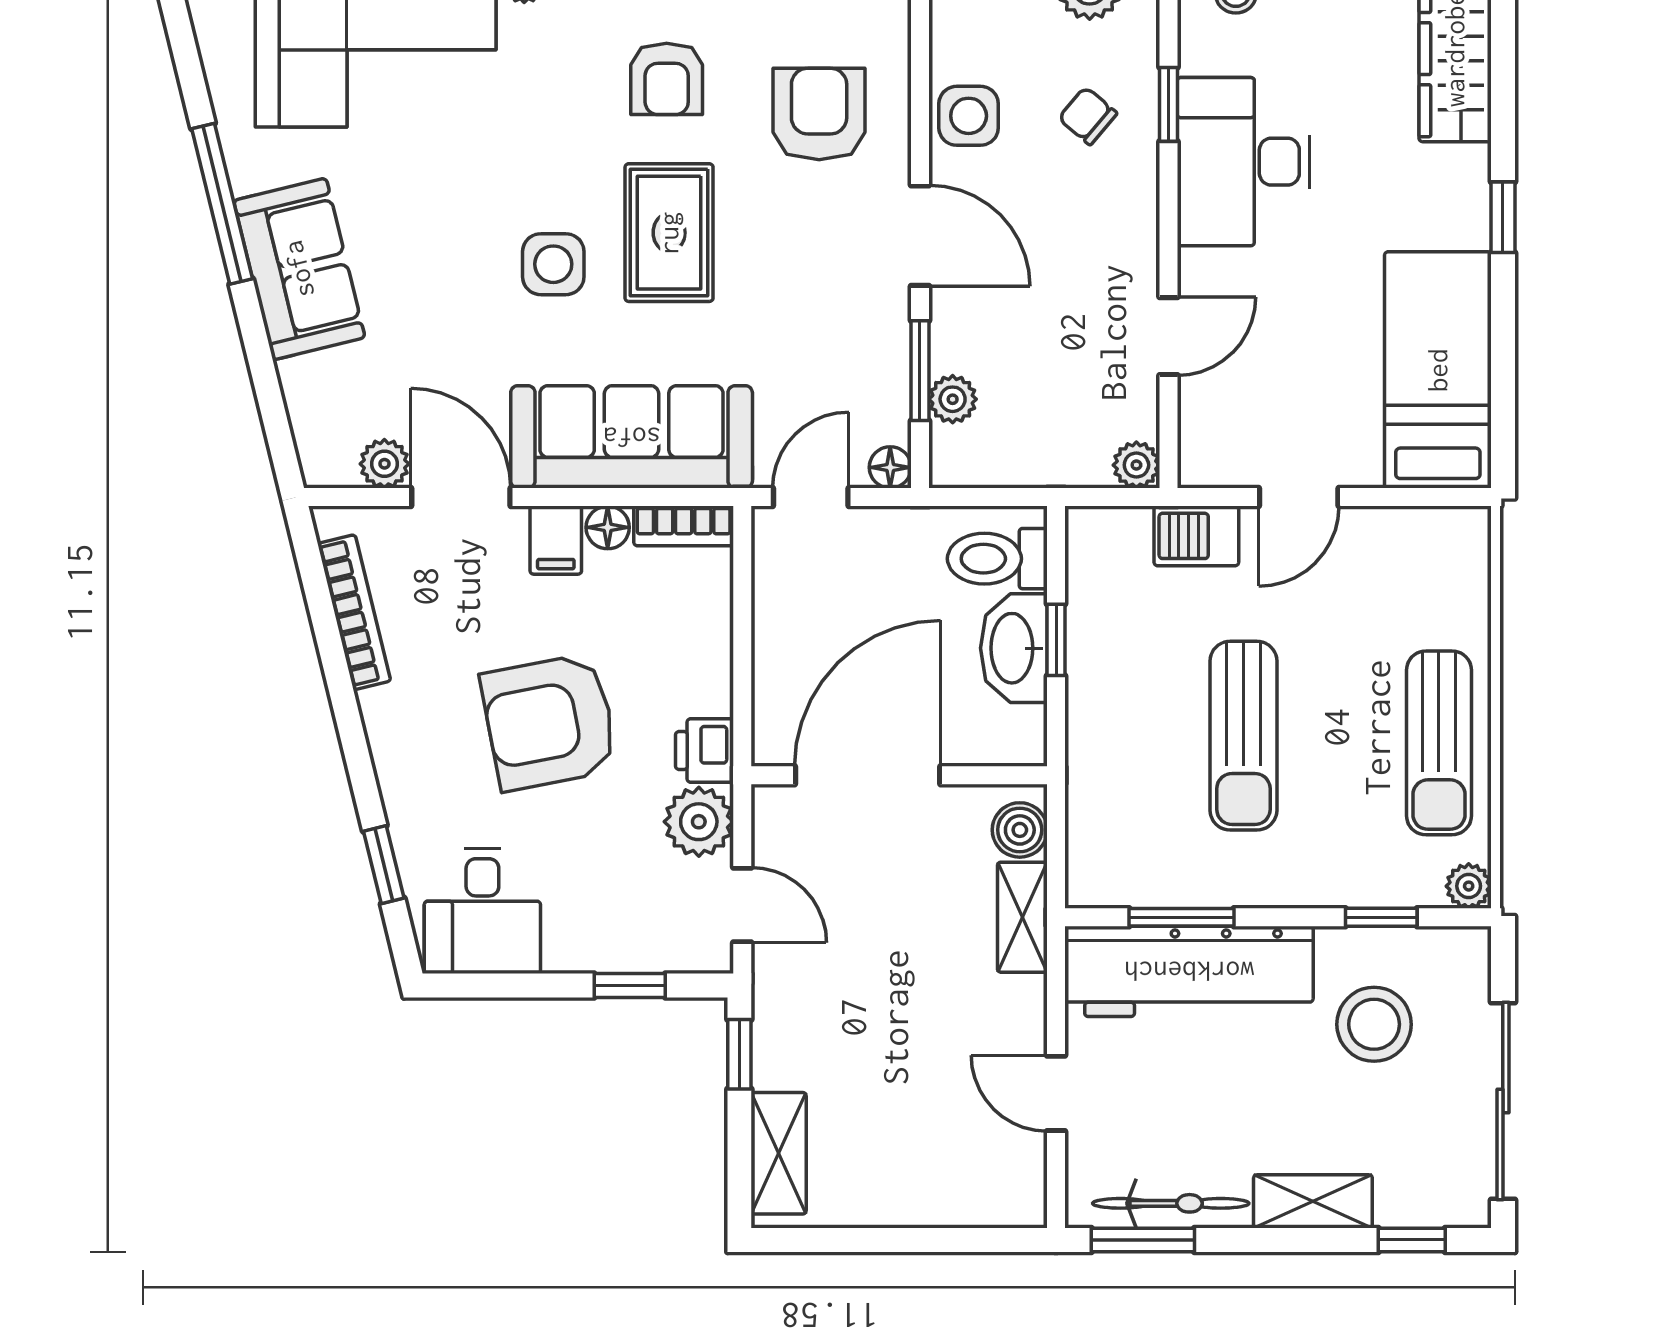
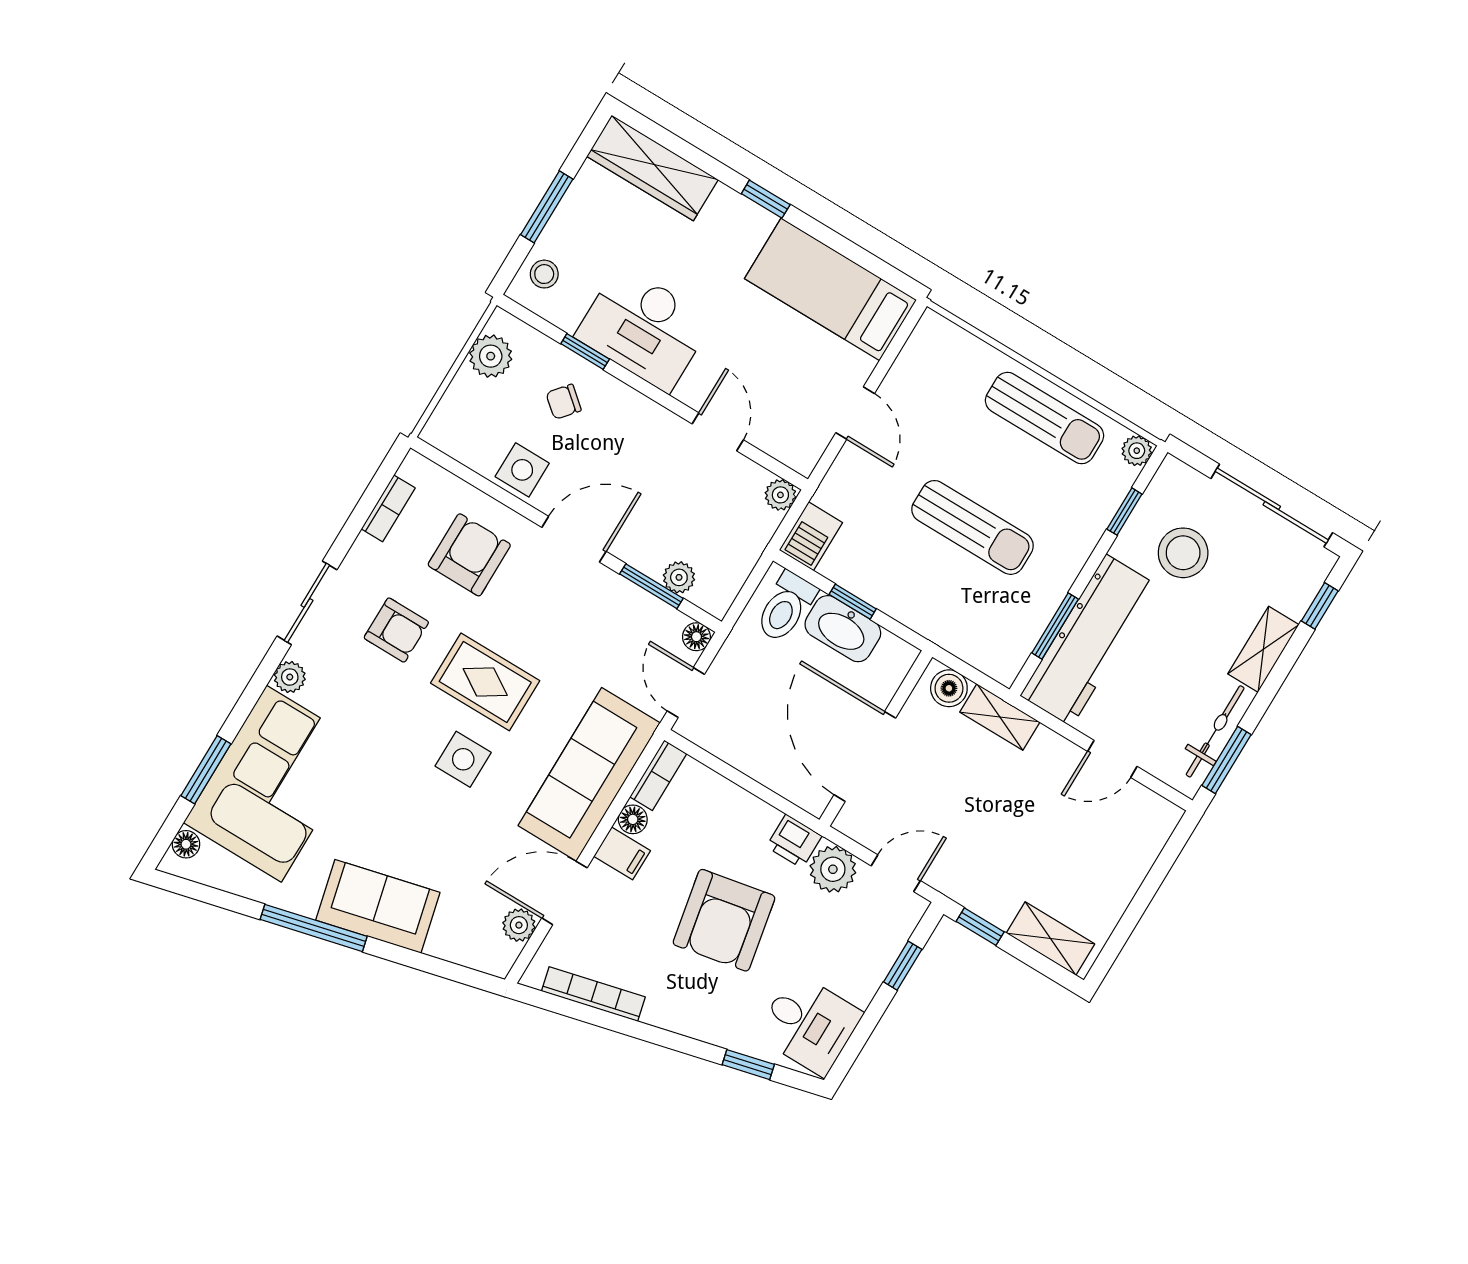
armchair: (819, 114) -> (469, 555), turned 90
barbecue: (1196, 536) -> (811, 536), moved

